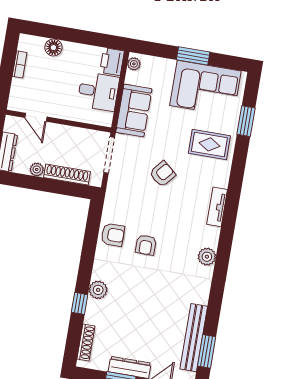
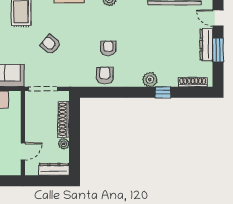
armchair: (146, 245) -> (108, 48), turned -90

